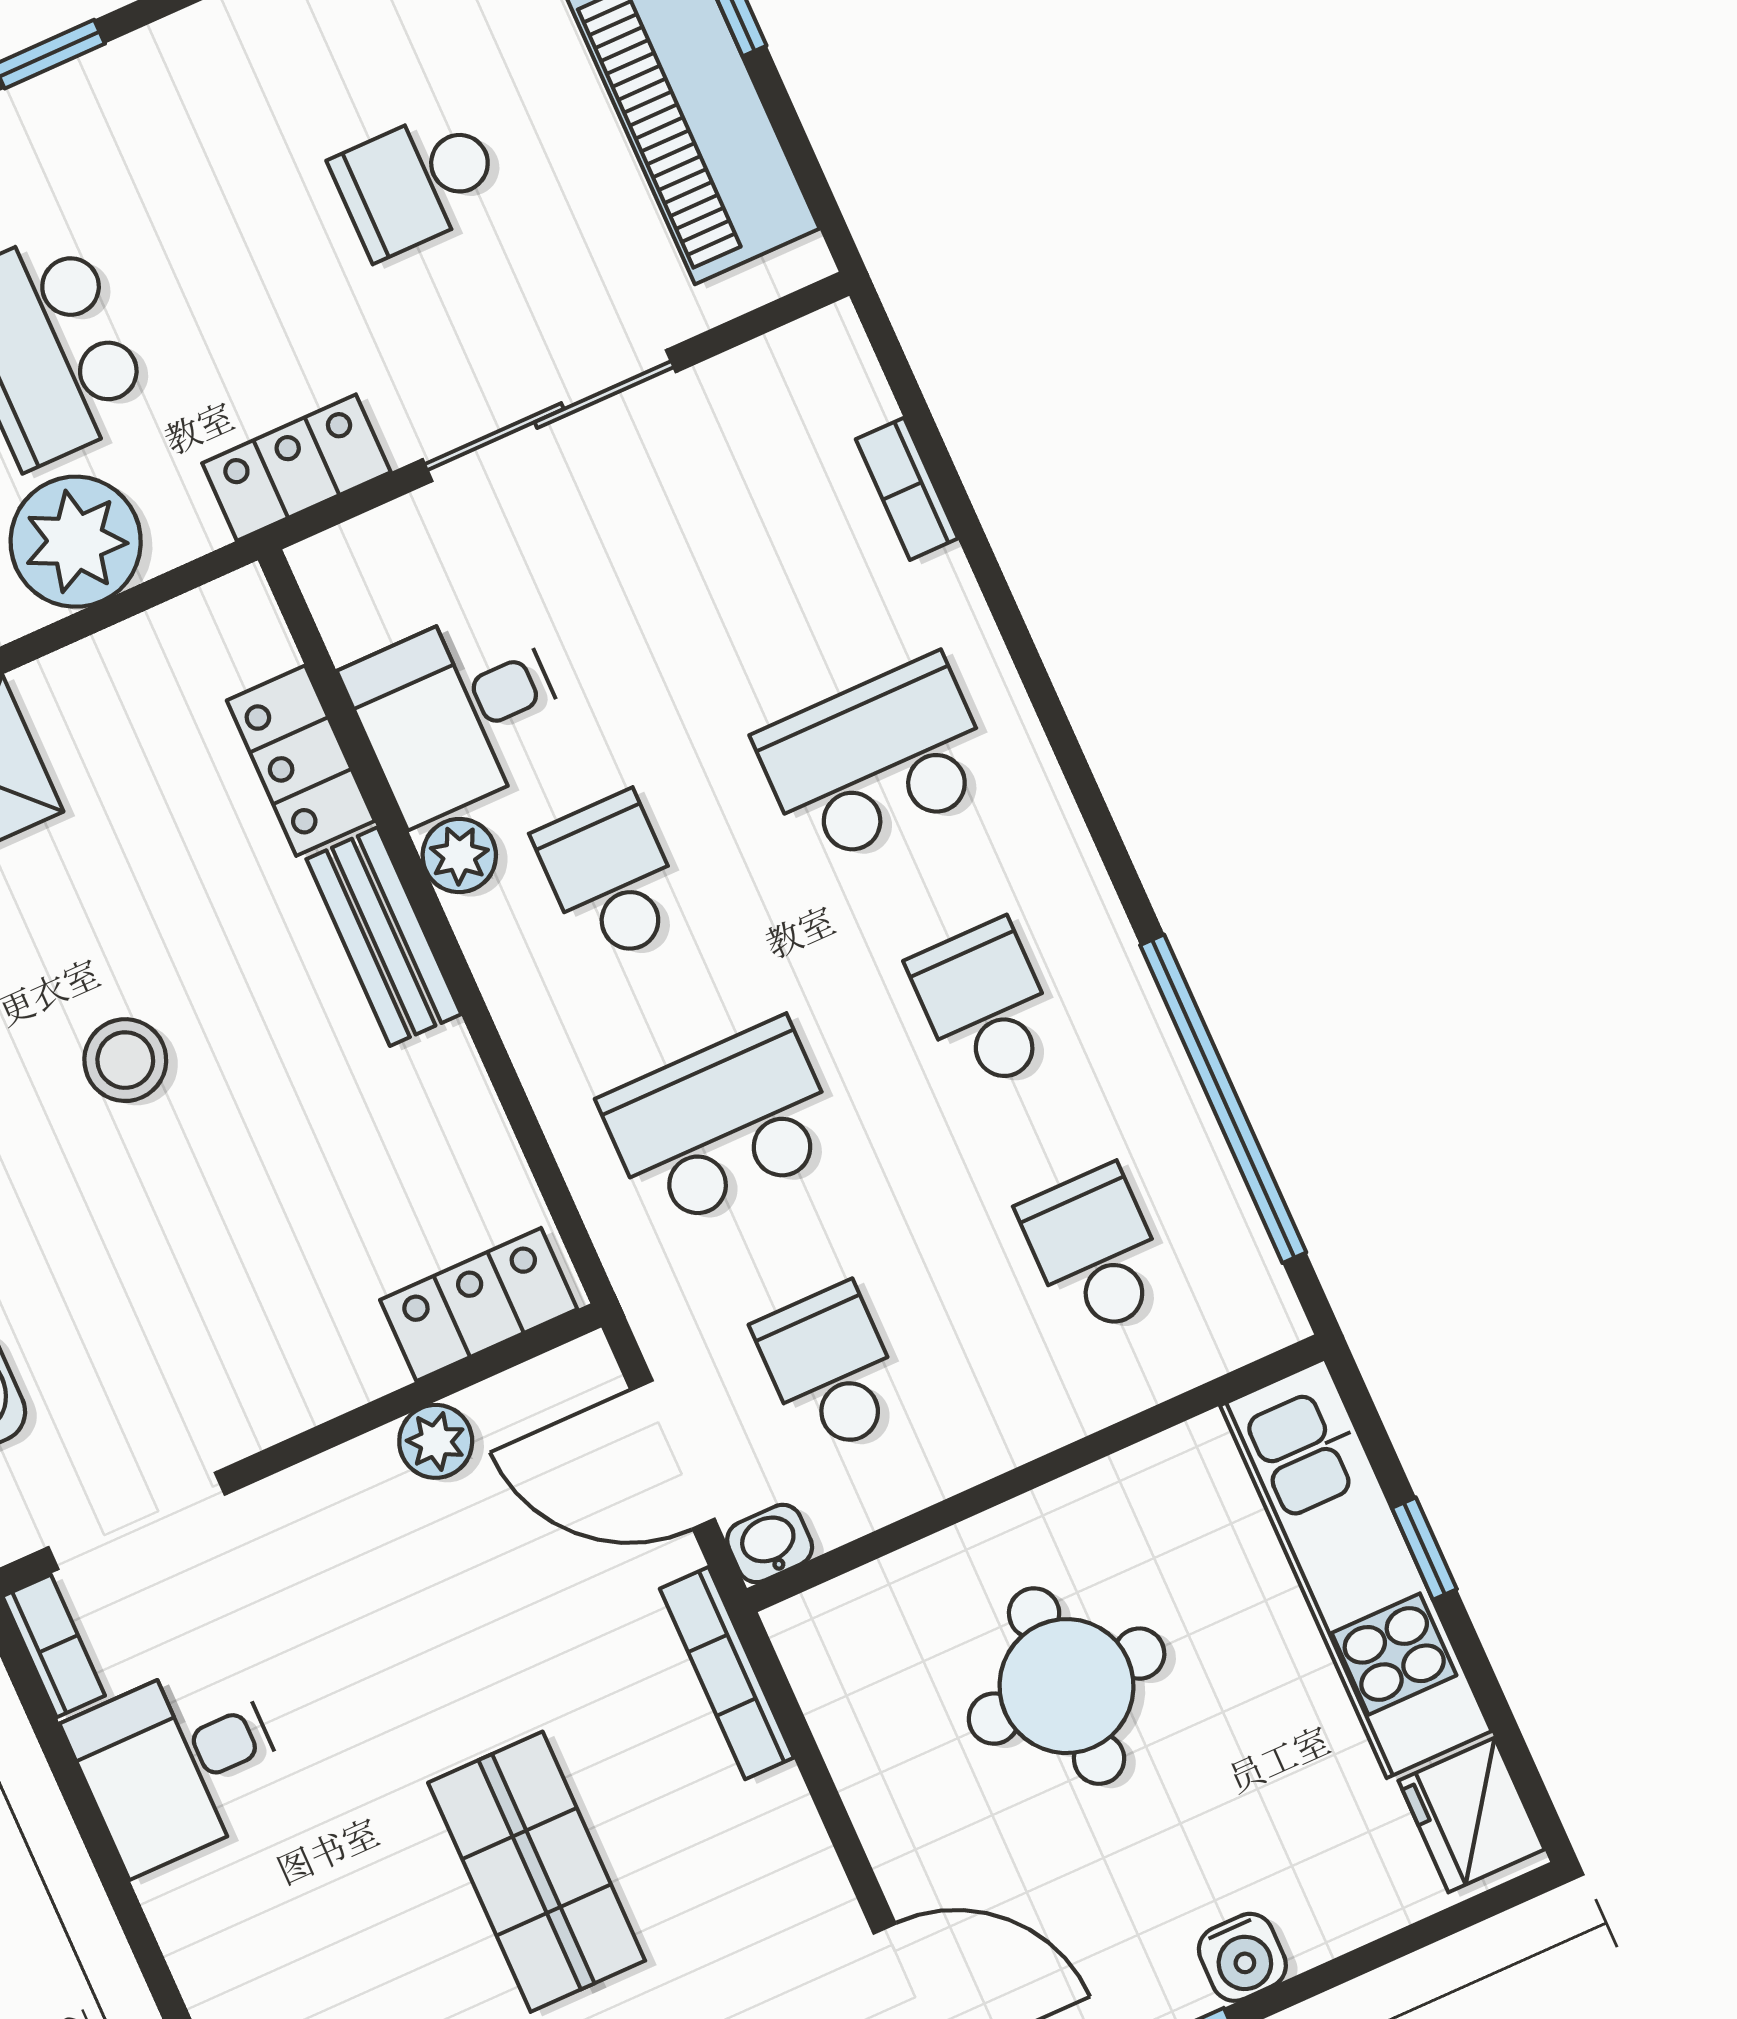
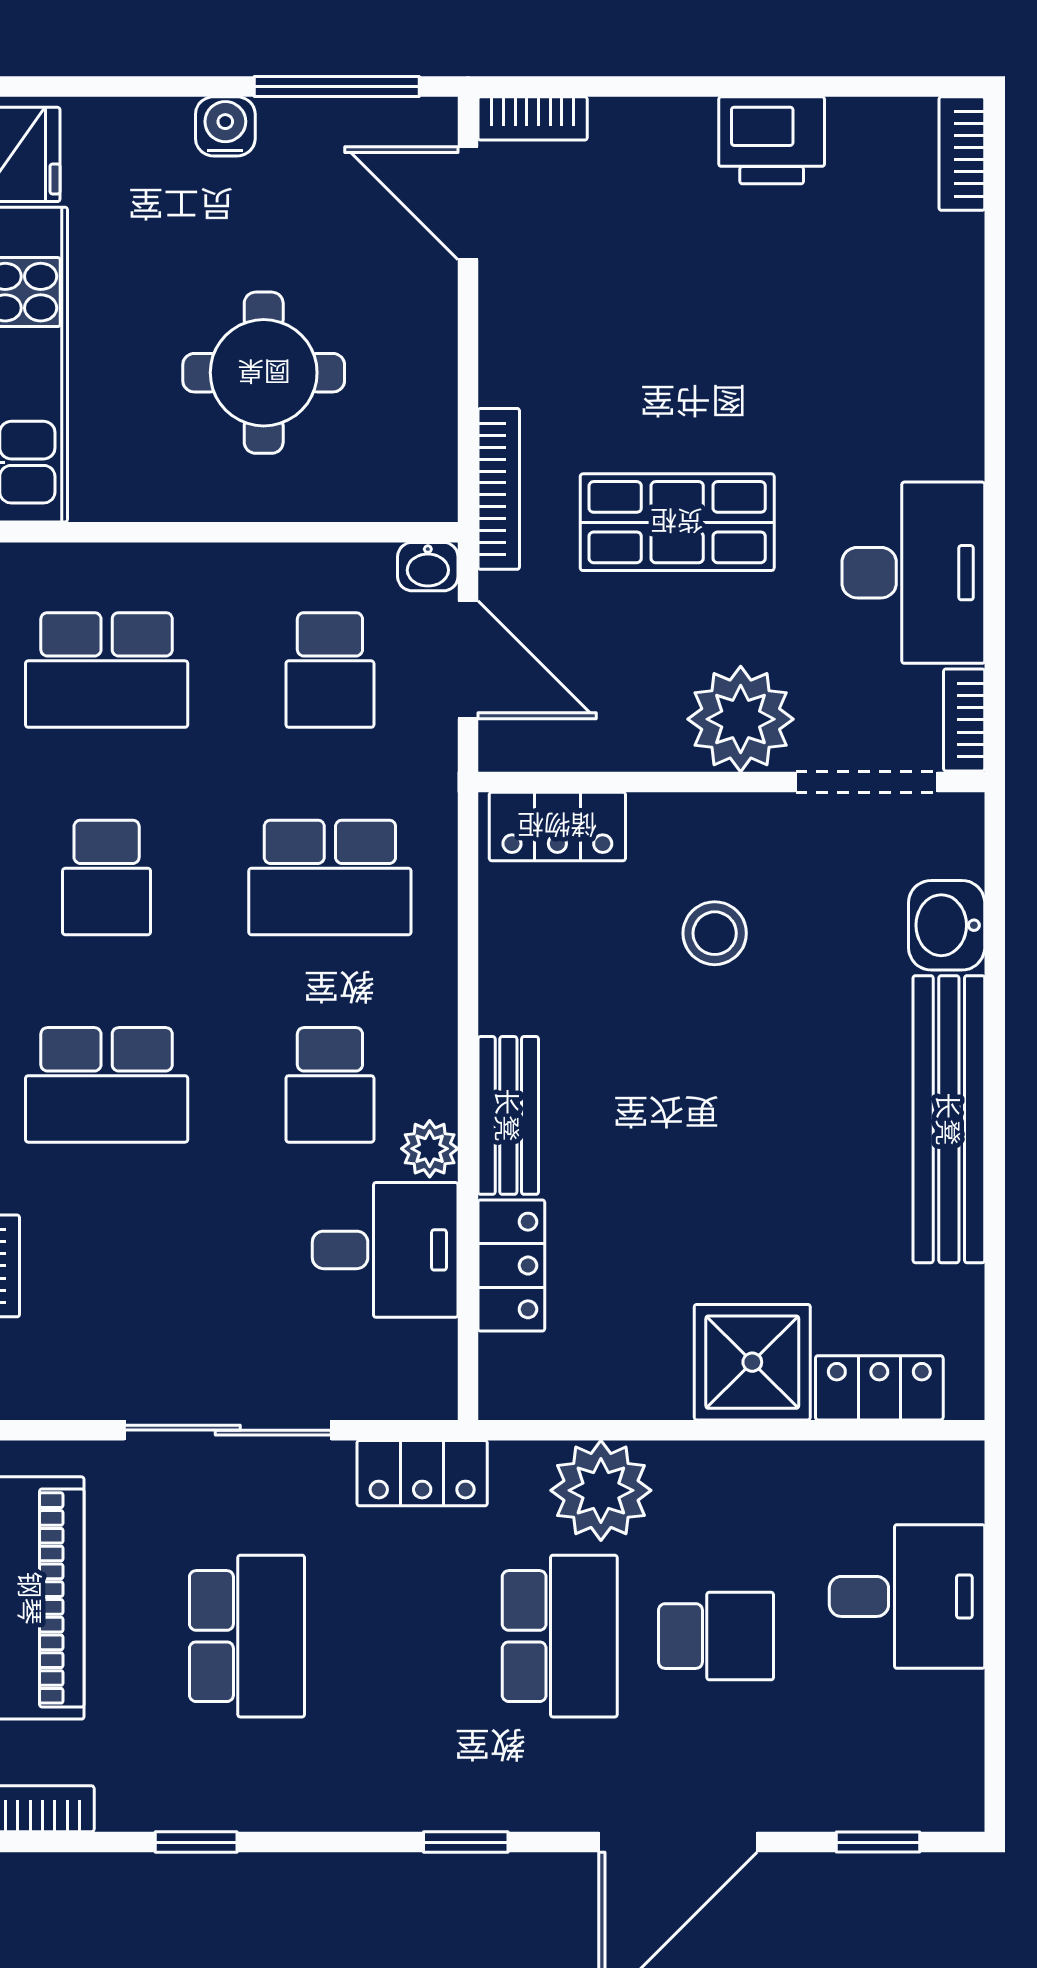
school desk: (417, 182) -> (247, 1636), width x1.85
stool: (125, 1060) -> (715, 933), moved
school desk: (1095, 1251) -> (107, 670), width x1.85
plant: (436, 1441) -> (741, 719), moved, width x1.88, depth x1.88
desk: (179, 1764) -> (913, 573), width x1.37
shop shelf: (537, 1872) -> (677, 522), moved, turned 90

